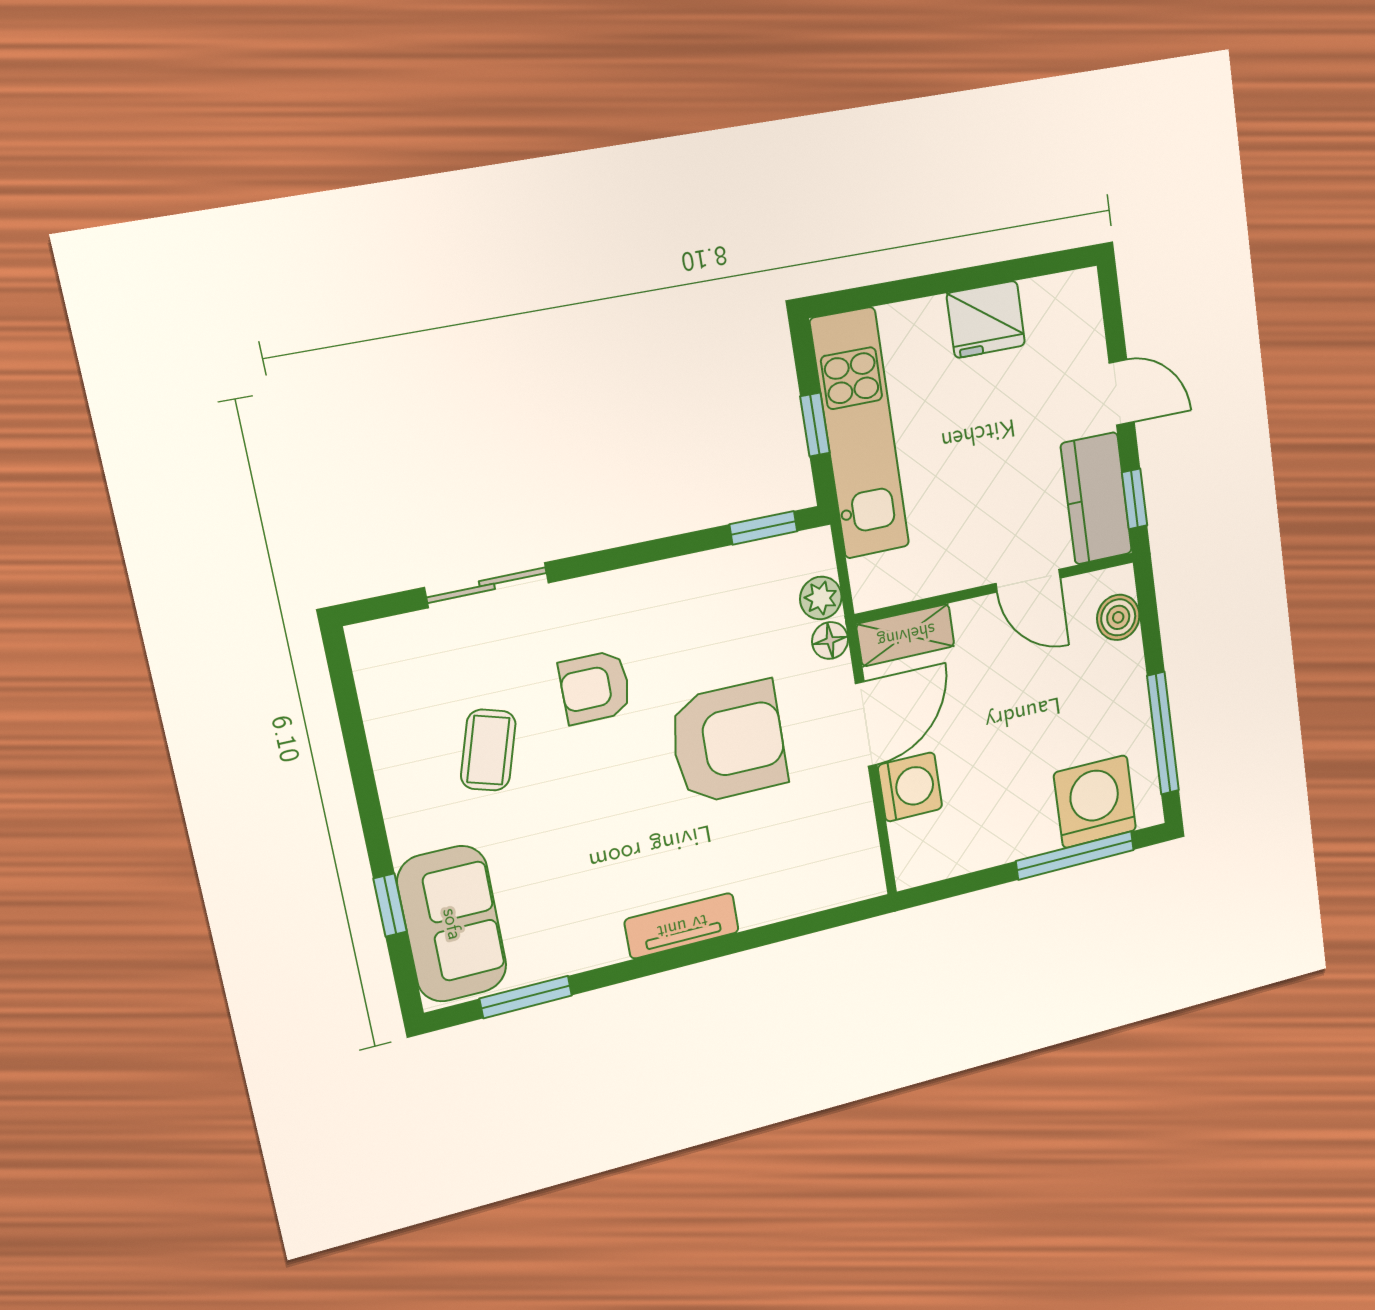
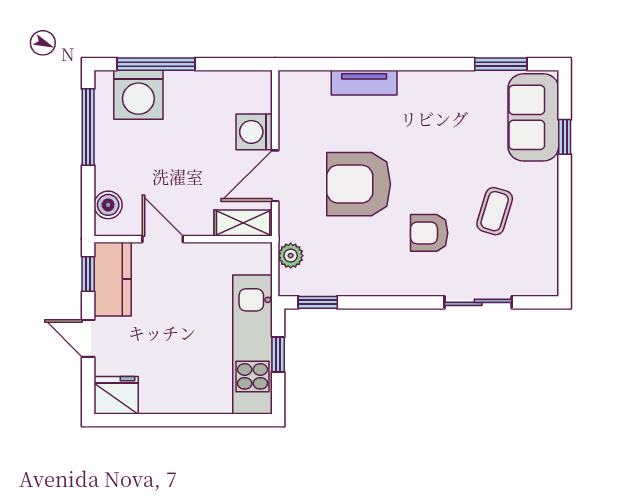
fridge: (986, 319) -> (116, 395), moved
floor lamp: (830, 640) -> (289, 230), removed
armchair: (595, 687) -> (429, 233), turned 180
tv unit: (682, 926) -> (364, 83), moved

